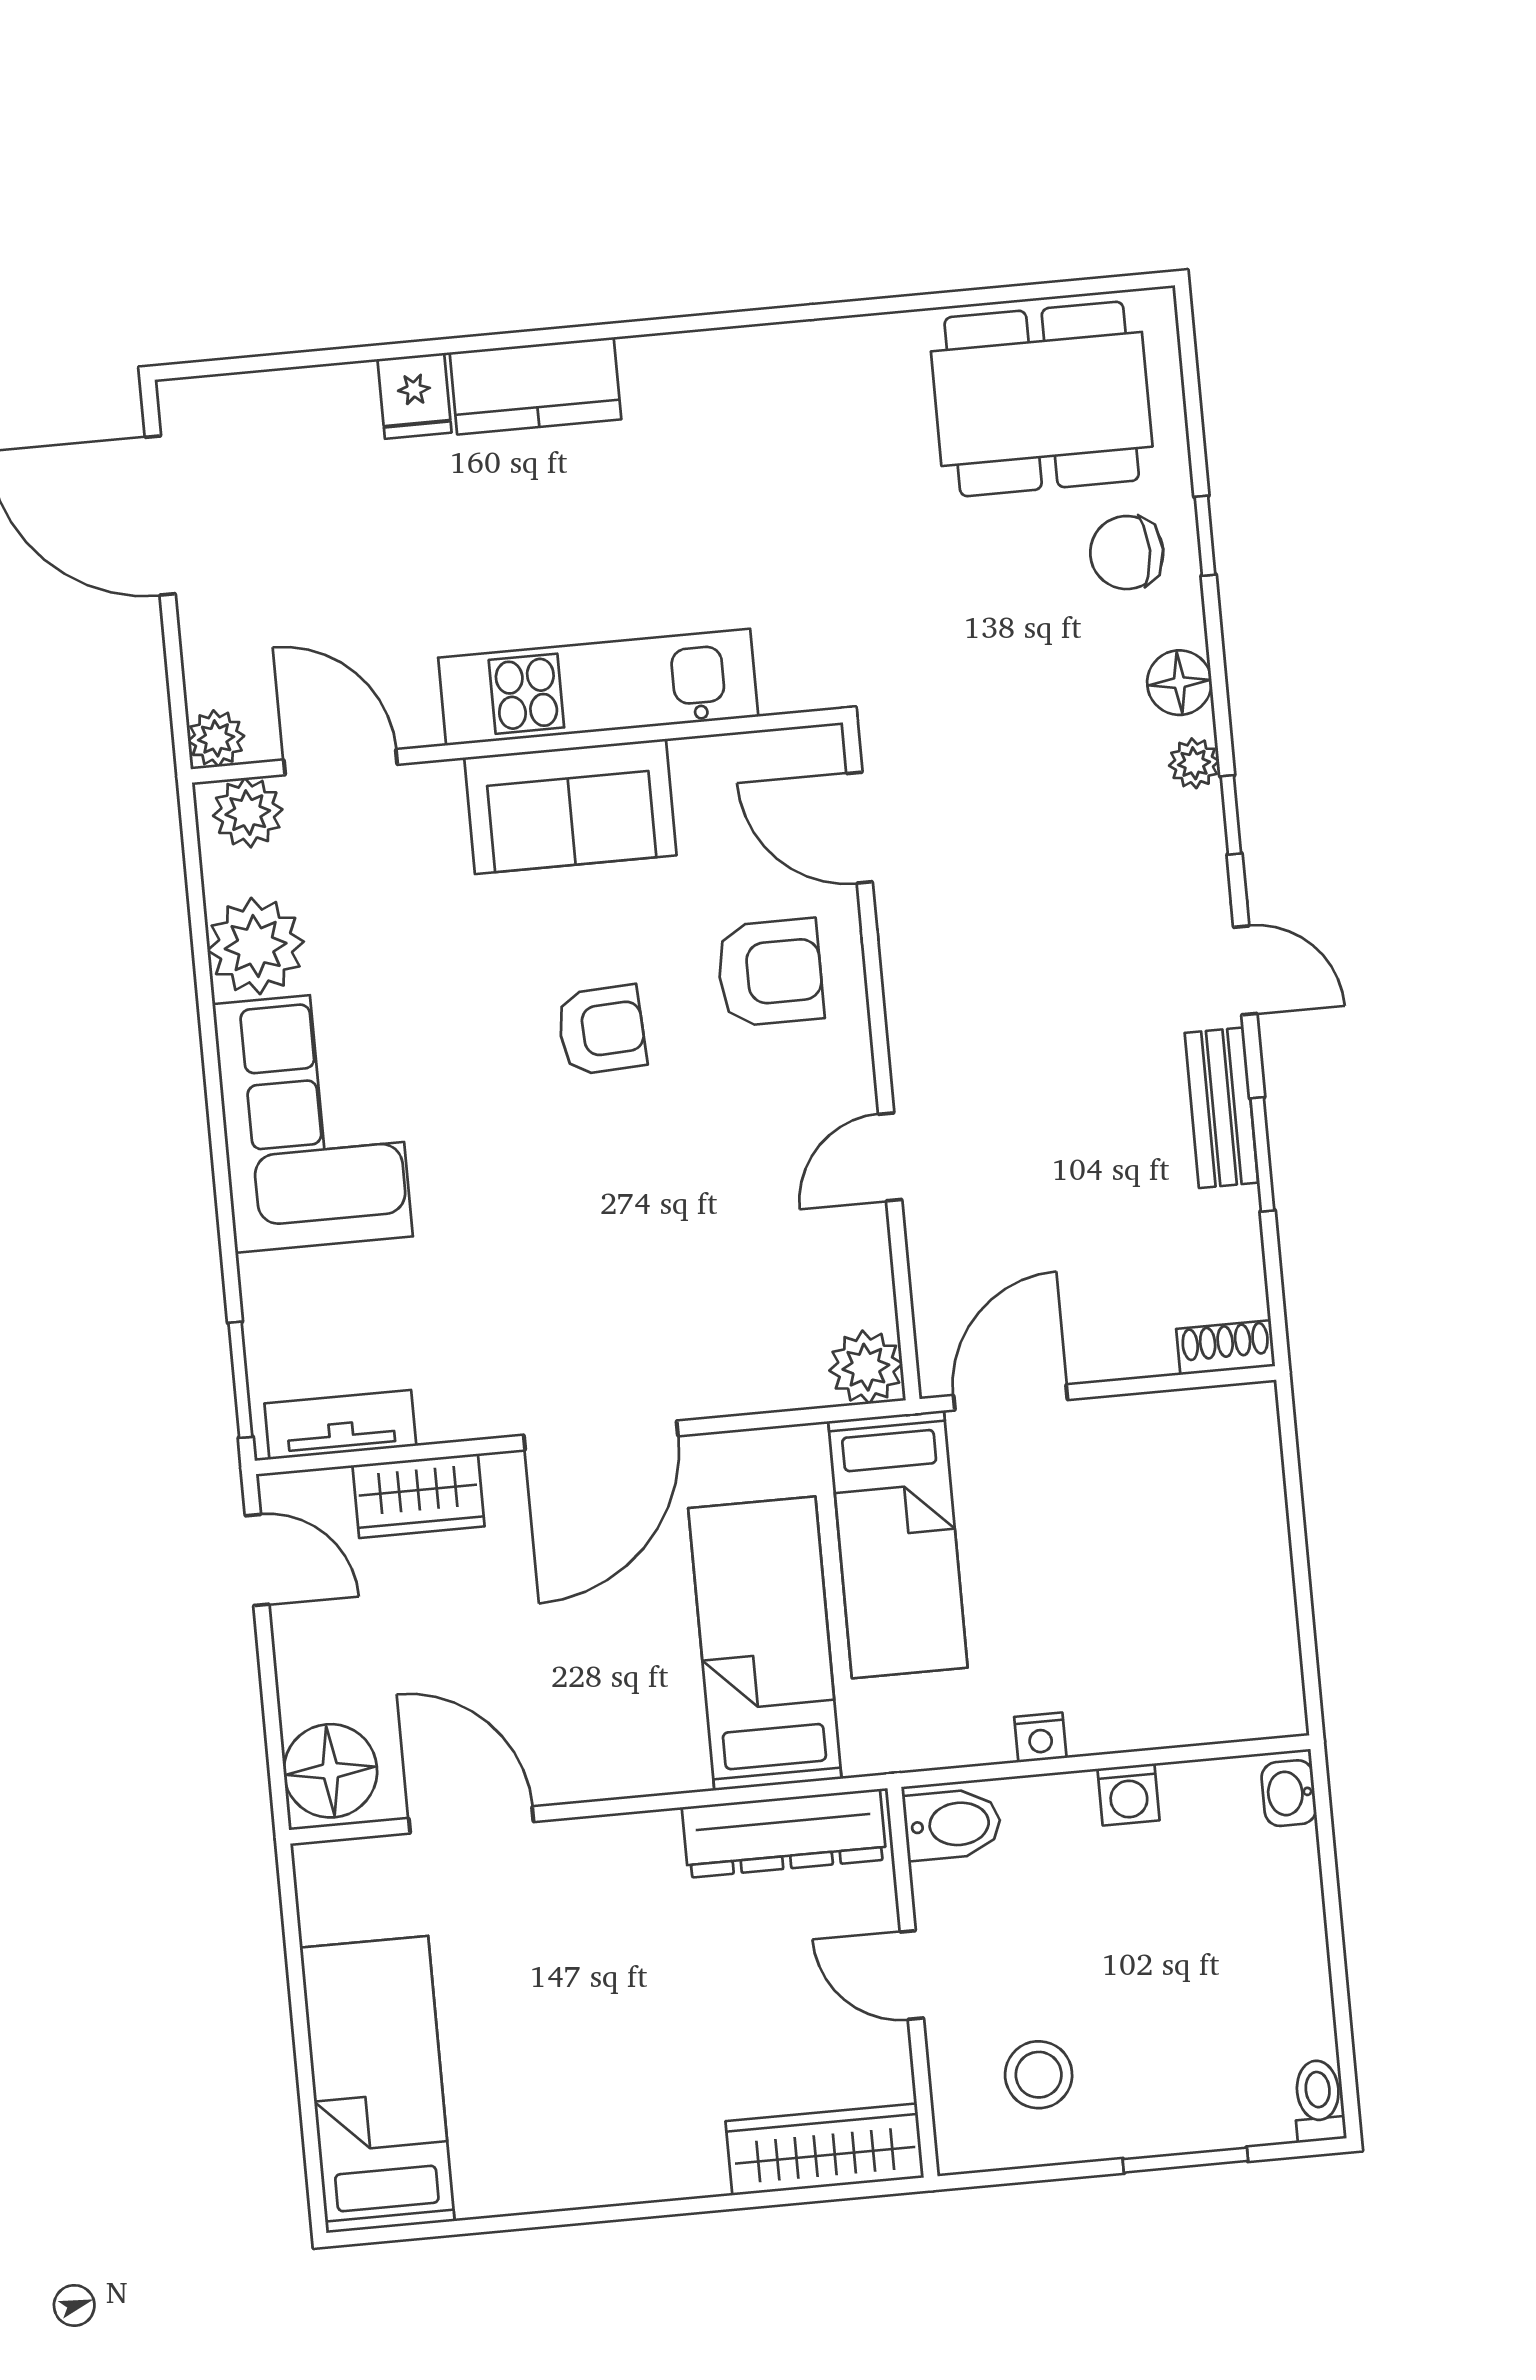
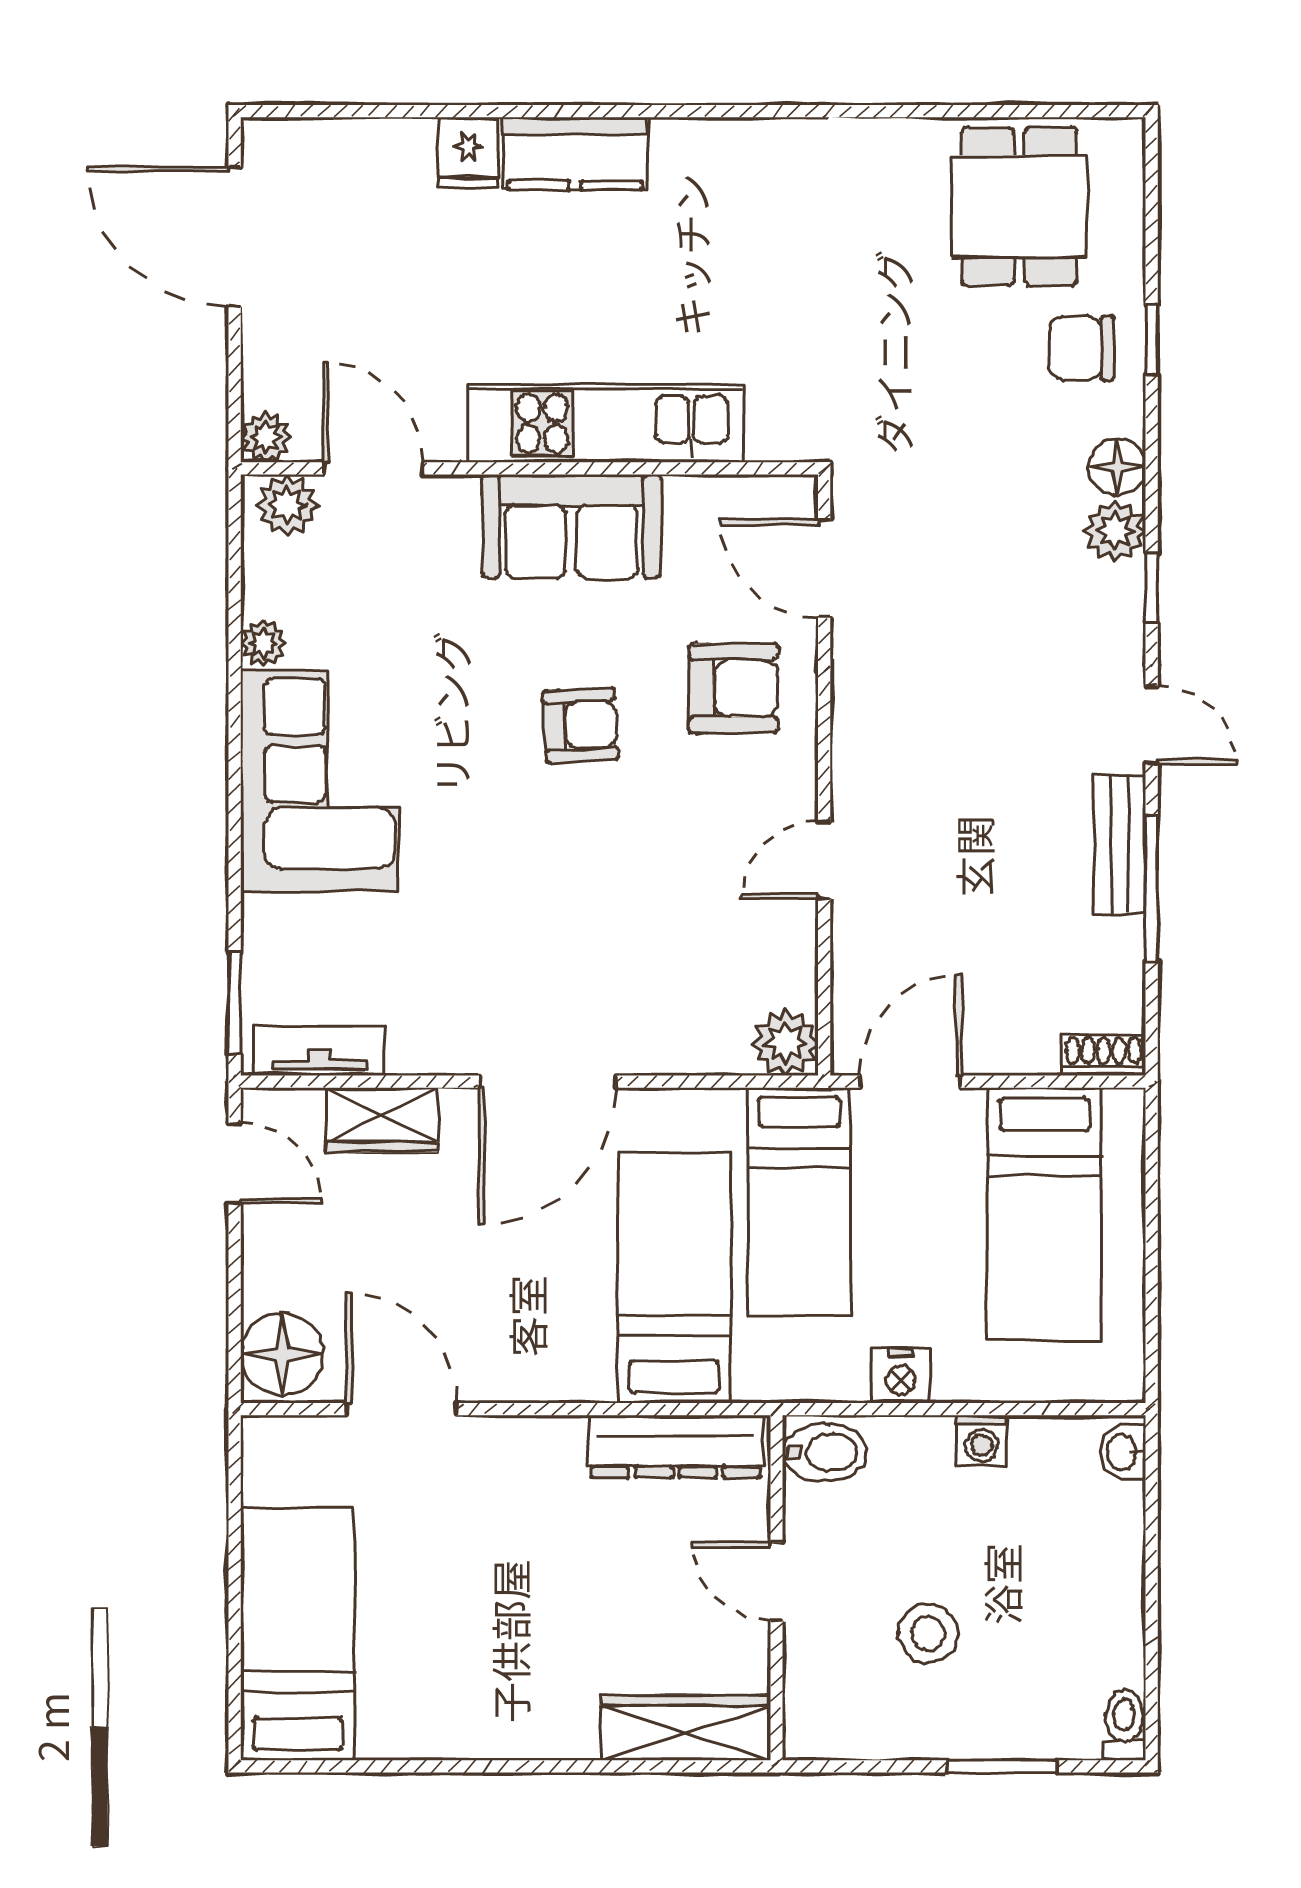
dining table: (1042, 399) -> (1019, 206), width x0.73
plant: (1194, 763) -> (1115, 531), width x1.38, depth x1.38
plant: (256, 946) -> (263, 643), width x0.53, depth x0.53
window: (1262, 1154) -> (1152, 888), width x1.44
bed: (1176, 1533) -> (1044, 1214), added
nightstand: (1040, 1737) -> (901, 1376), width x1.39, depth x1.35
stool: (1039, 2075) -> (928, 1633), moved

